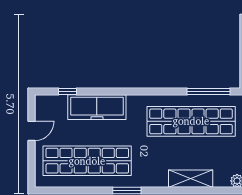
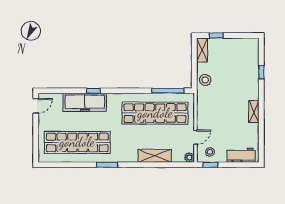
window: (67, 92) -> (94, 91), moved
door: (31, 131) -> (36, 106), moved

